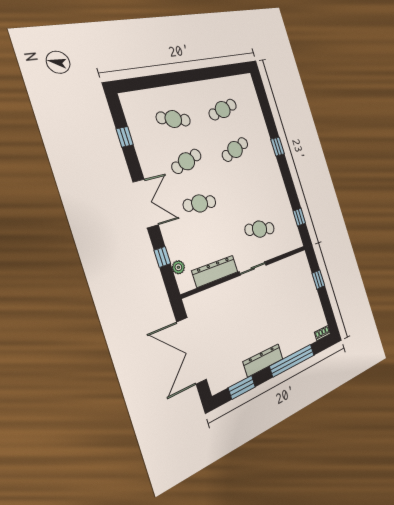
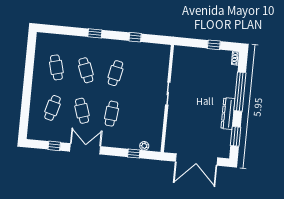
double door: (146, 204) -> (85, 149), moved
window: (299, 217) -> (135, 37), moved
cafe table: (260, 229) -> (115, 73), moved
dresser: (215, 271) -> (158, 122), removed
window: (318, 280) -> (214, 45), moved

